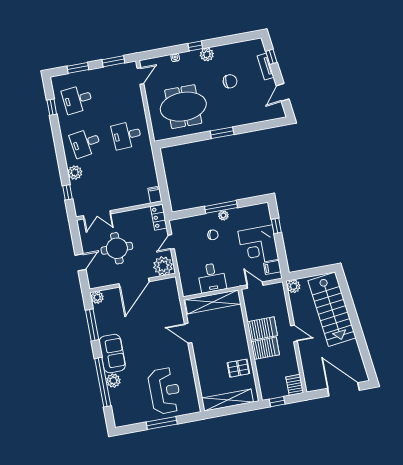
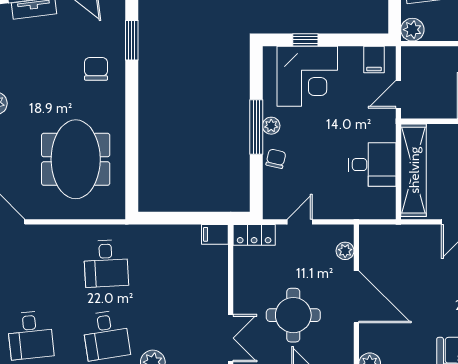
chair: (230, 81) -> (96, 69), moved
window: (222, 133) -> (132, 40), moved
chair: (213, 235) -> (276, 159), moved
door: (171, 242) -> (300, 222), swing flipped
corner desk: (258, 245) -> (307, 76), moved
plant: (163, 266) -> (345, 251), width x0.53, depth x0.53

